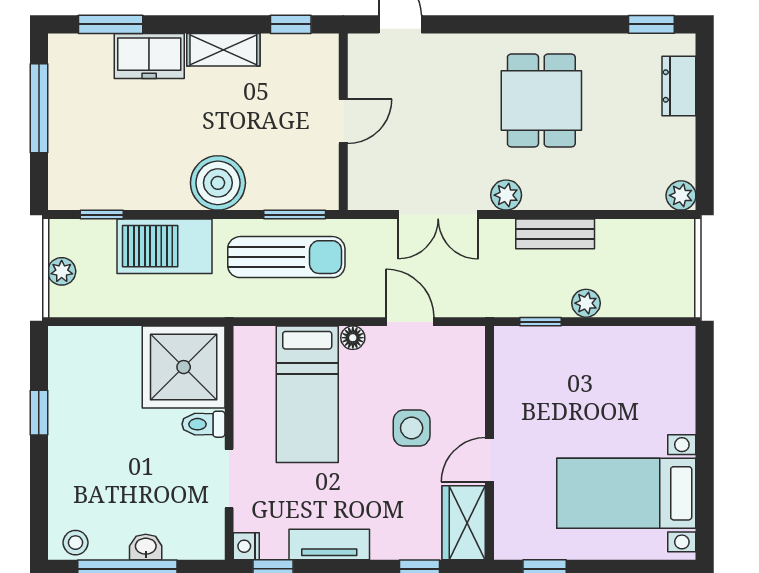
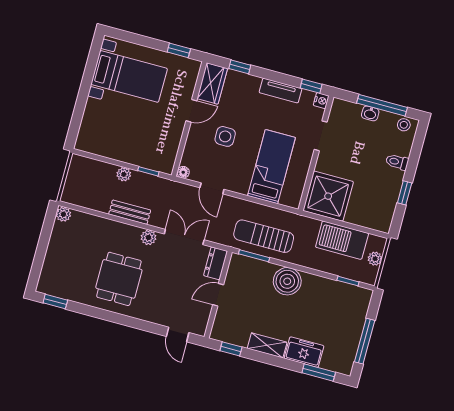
dresser: (679, 86) -> (216, 263), moved, turned 180
barbecue: (164, 246) -> (342, 240), moved, turned 180
floor lamp: (353, 338) -> (183, 172), moved
toilet: (203, 424) -> (397, 162), moved, turned 180

